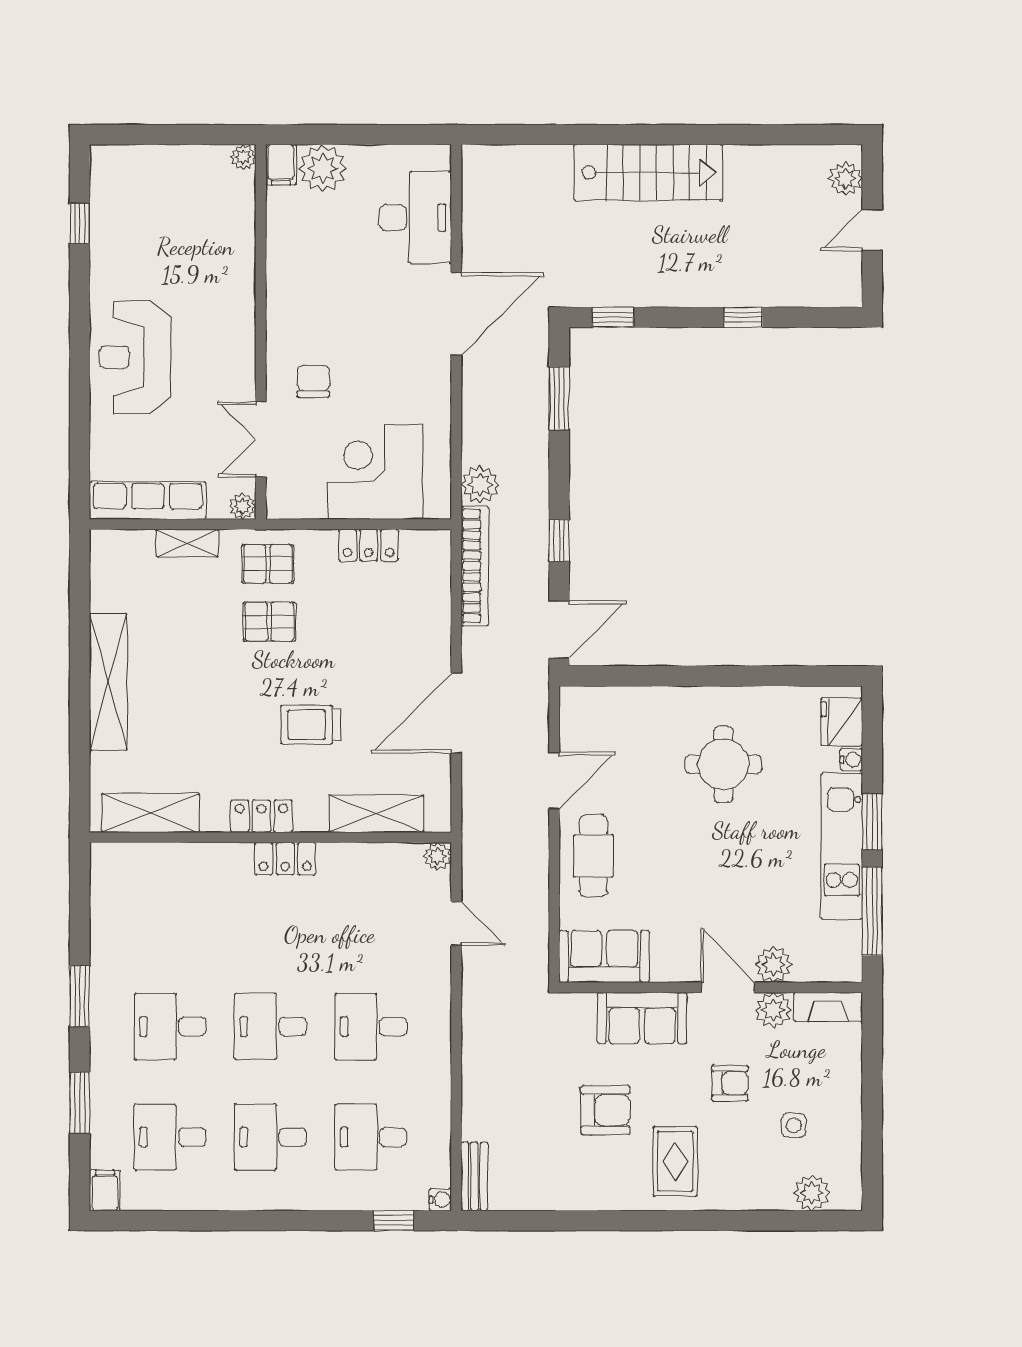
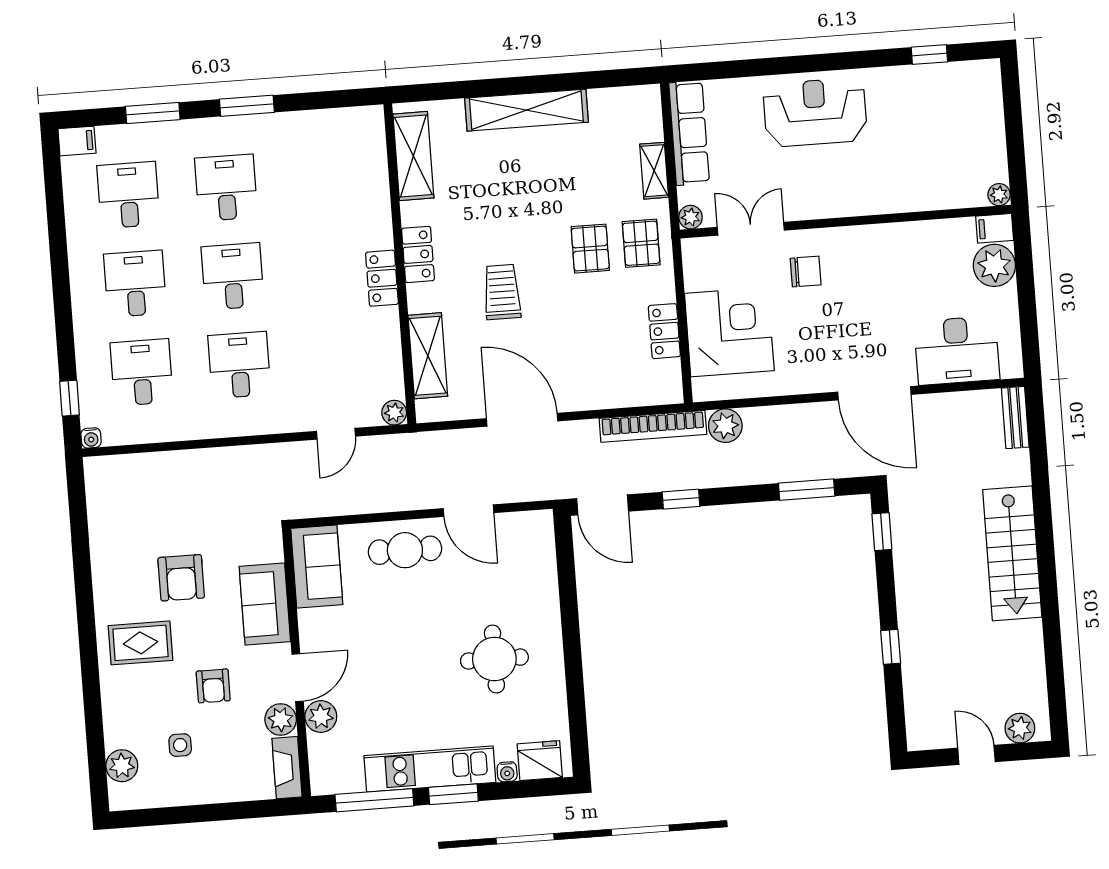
bench: (474, 1176) -> (1015, 418), moved, turned 90

